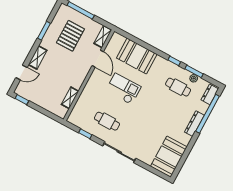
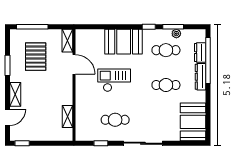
booth: (137, 56) -> (124, 42), moved
dresser: (210, 94) -> (200, 53), moved
cafe table: (163, 115) -> (166, 85), added

